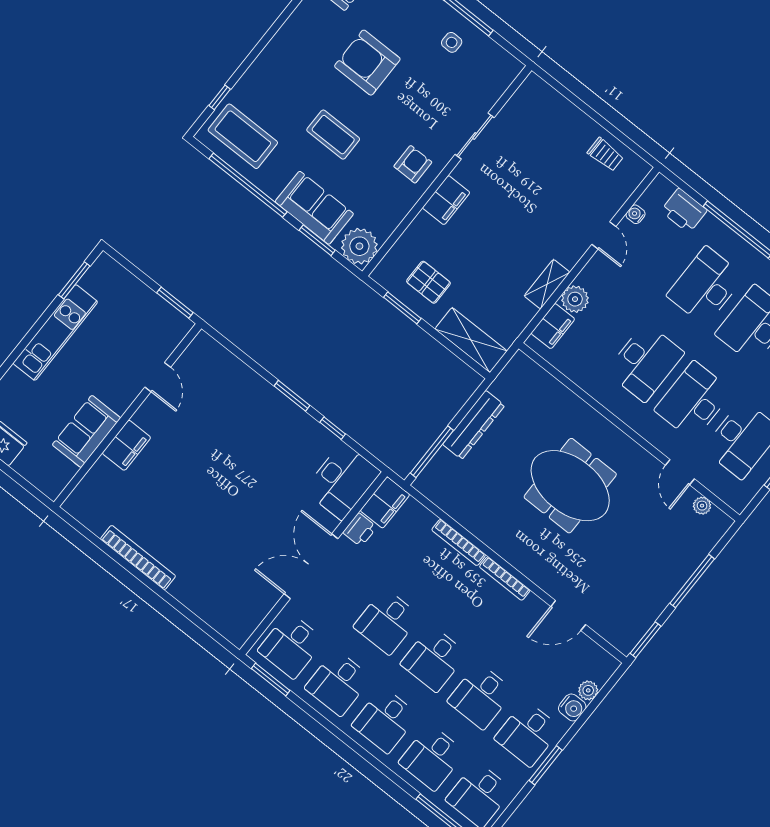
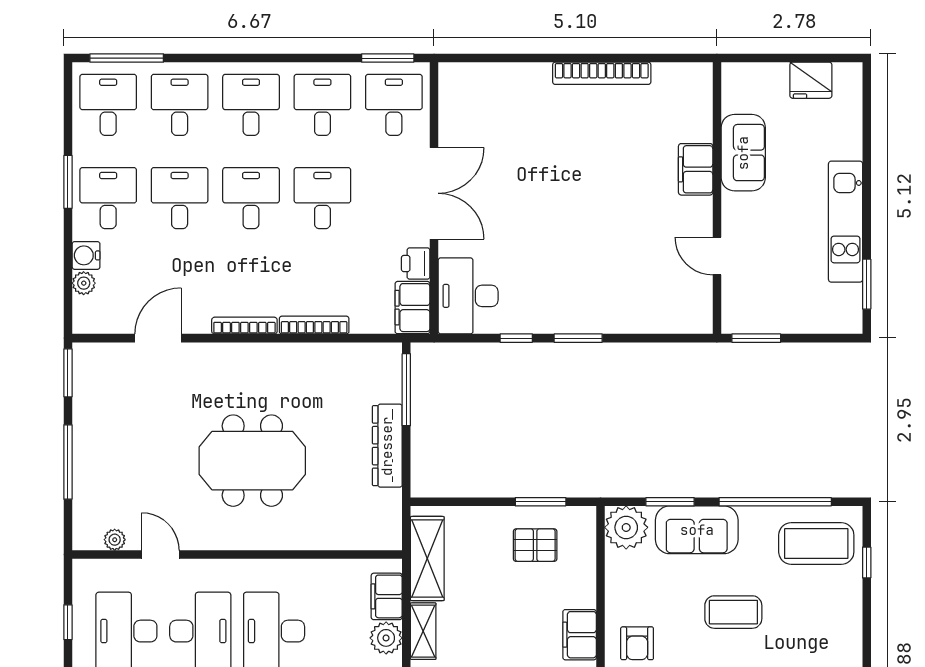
shelving: (471, 340) -> (427, 559), moved, turned 90

